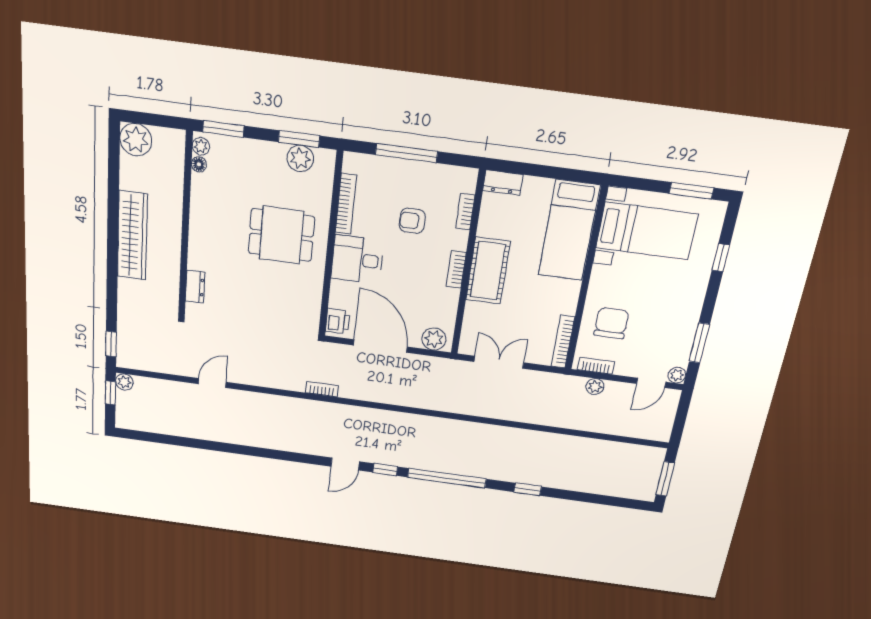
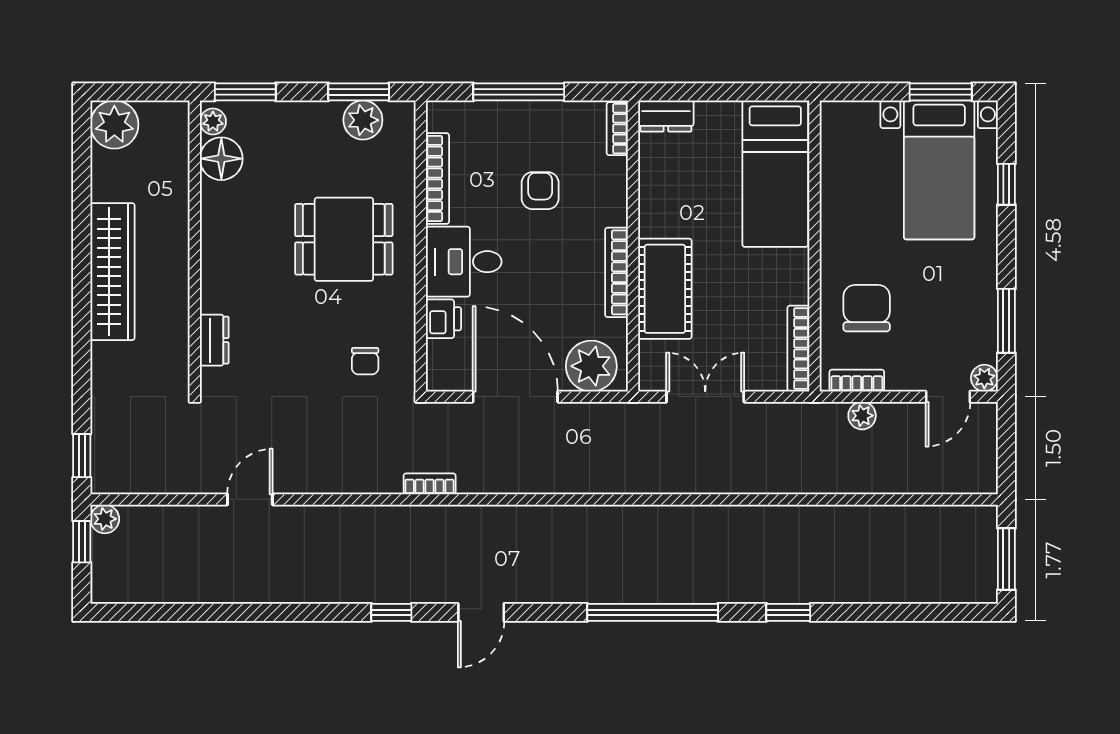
floor lamp: (199, 164) -> (221, 159), width x1.89, depth x1.89
bookcase: (465, 212) -> (617, 129), moved
armchair: (412, 221) -> (540, 191), turned 90
bed with nightstands: (647, 231) -> (939, 170), moved, turned 90
bookcase: (456, 269) -> (616, 272), width x1.56
cot: (488, 271) -> (665, 289), moved
chair: (289, 312) -> (365, 361), added
printer: (338, 321) -> (443, 319), moved
plant: (434, 339) -> (591, 366), width x1.36, depth x1.36
window: (385, 470) -> (391, 612), moved

